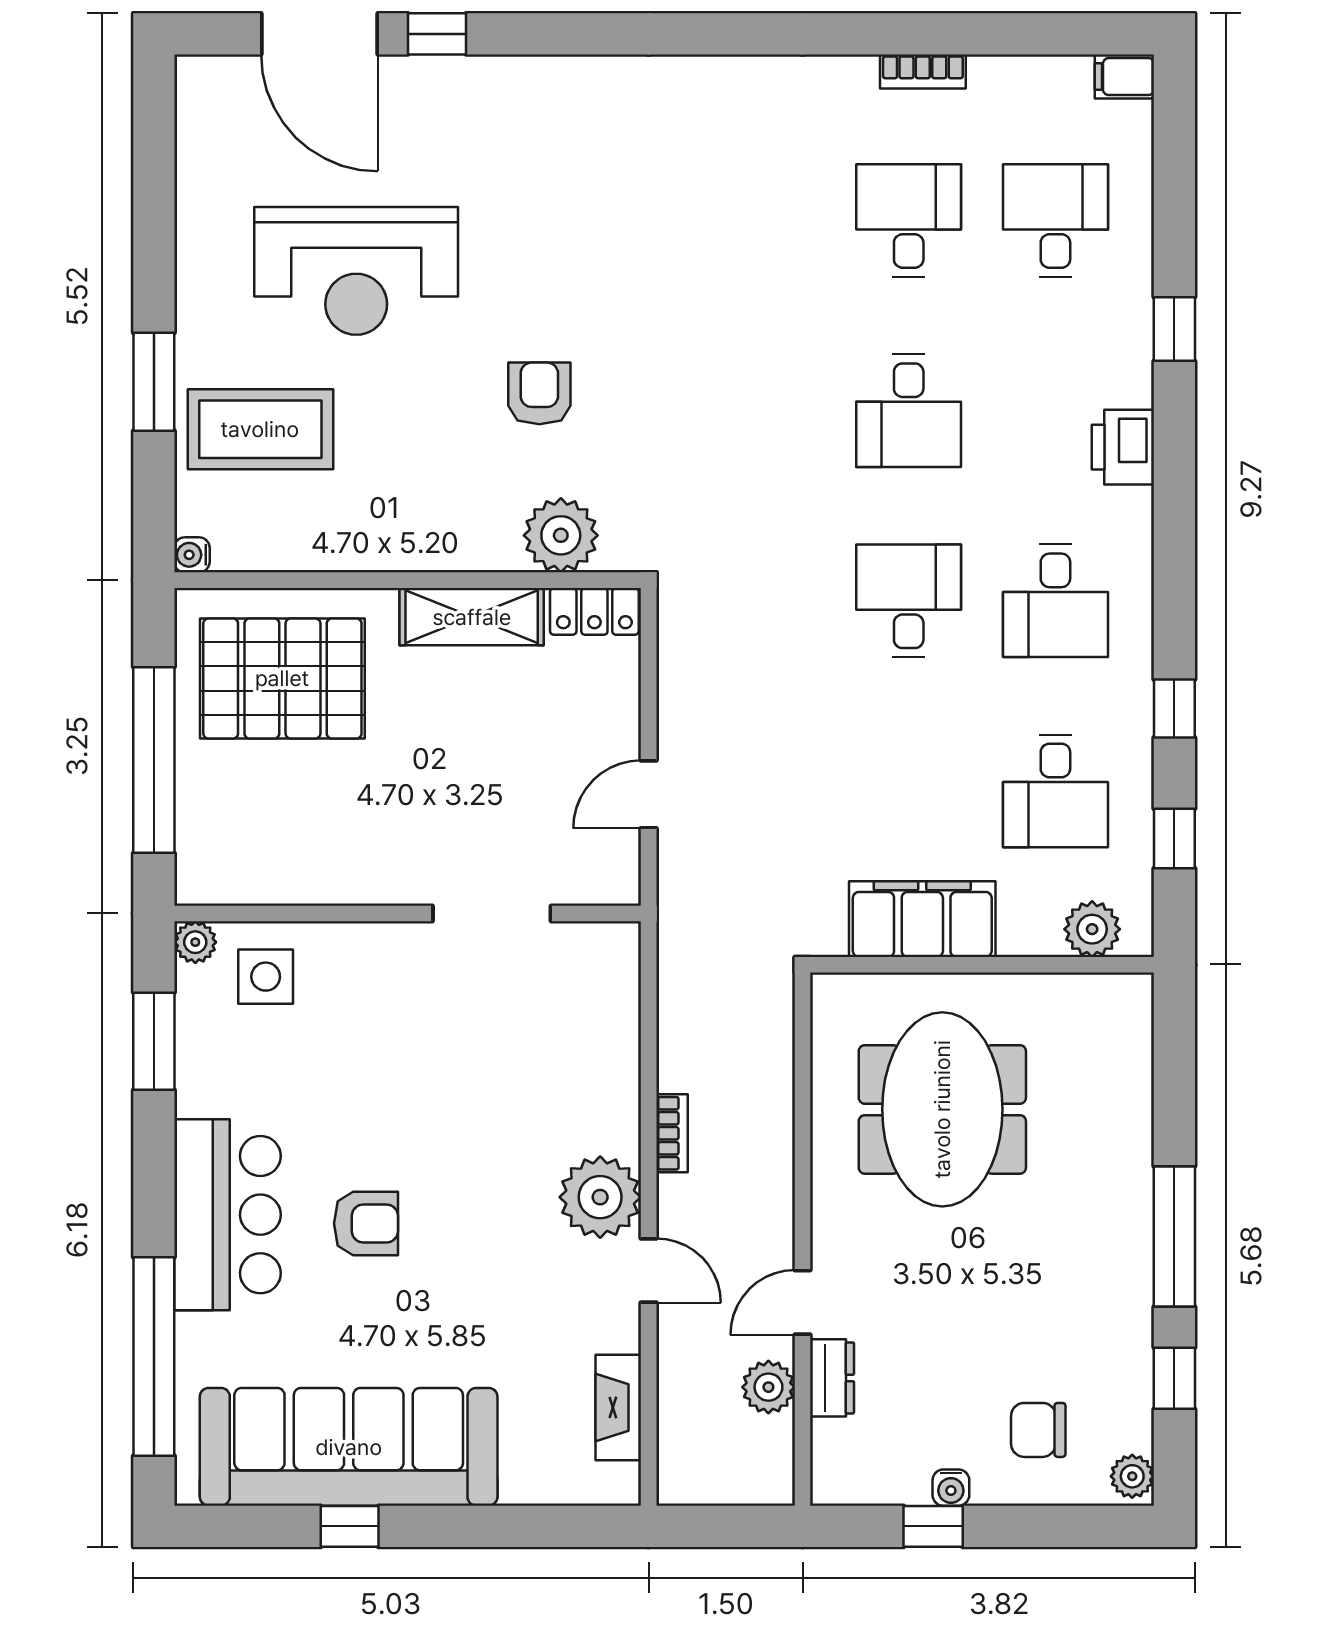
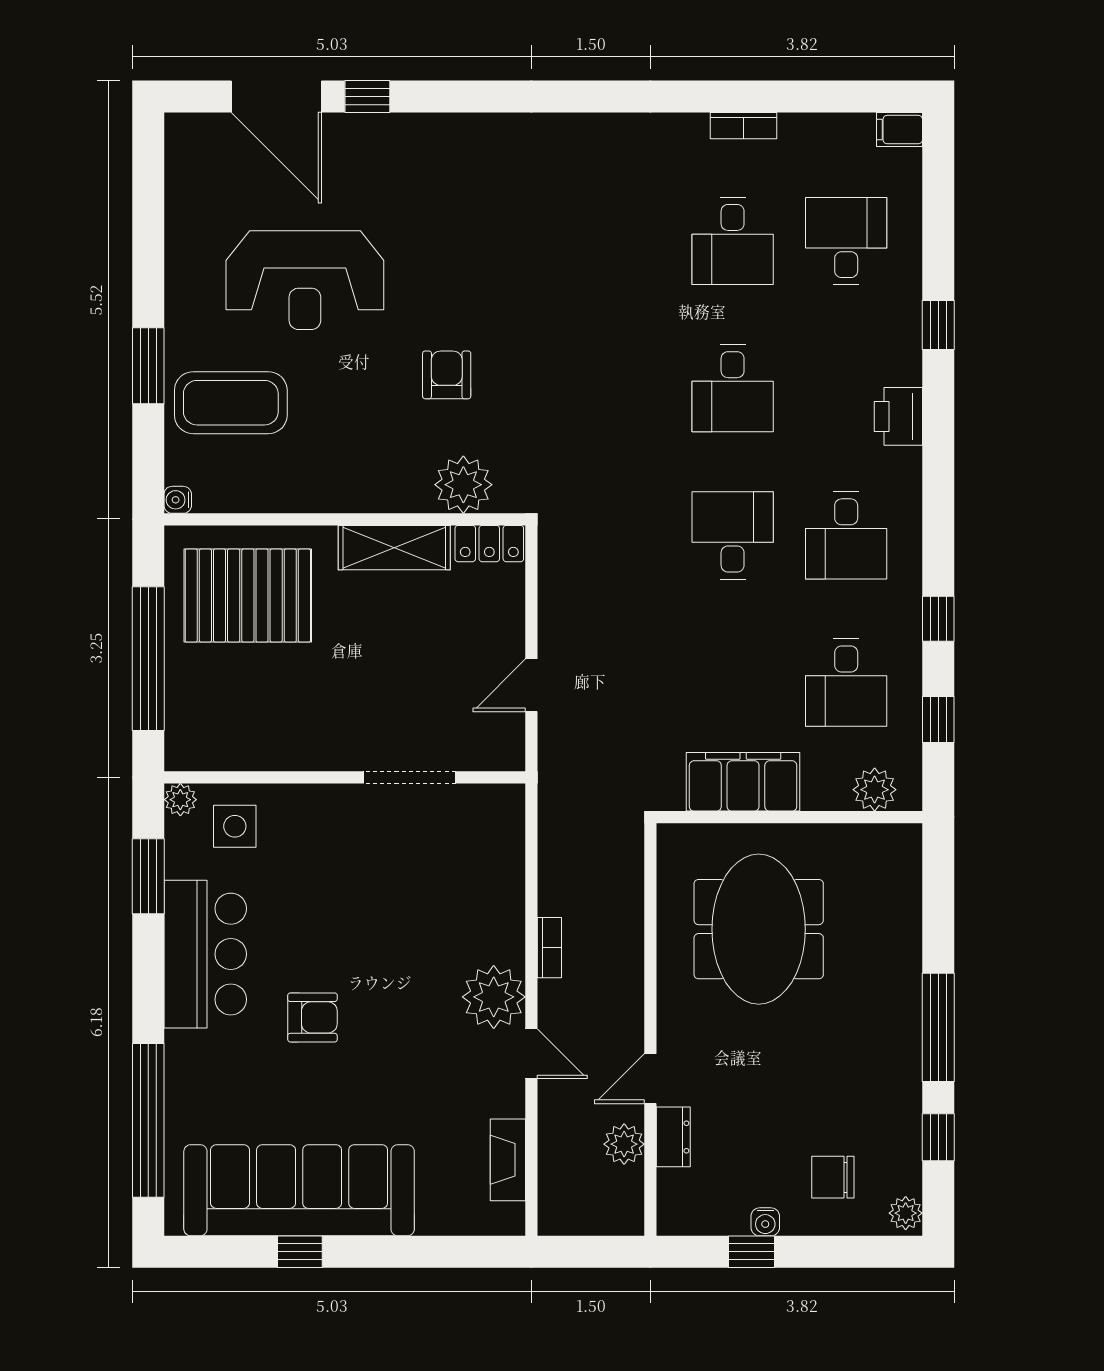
desk: (909, 221) -> (733, 241), turned 180
bar counter: (227, 1215) -> (205, 954), moved

